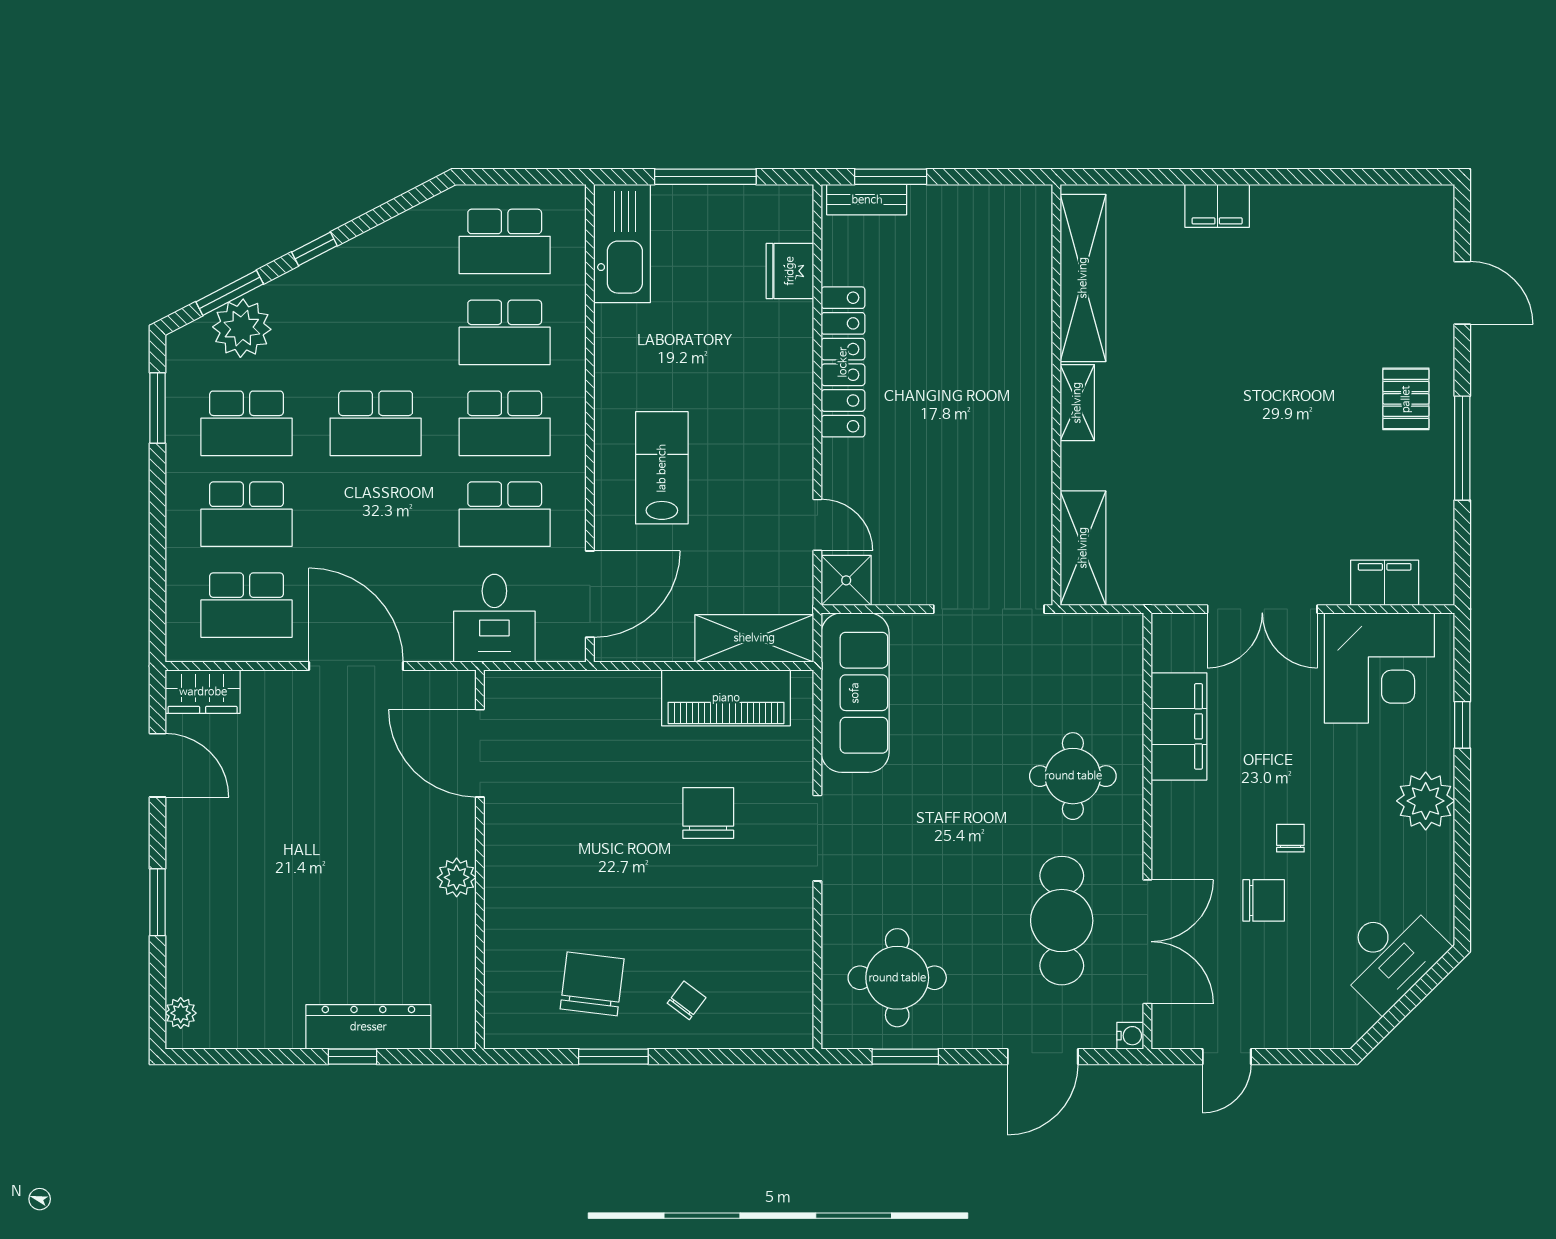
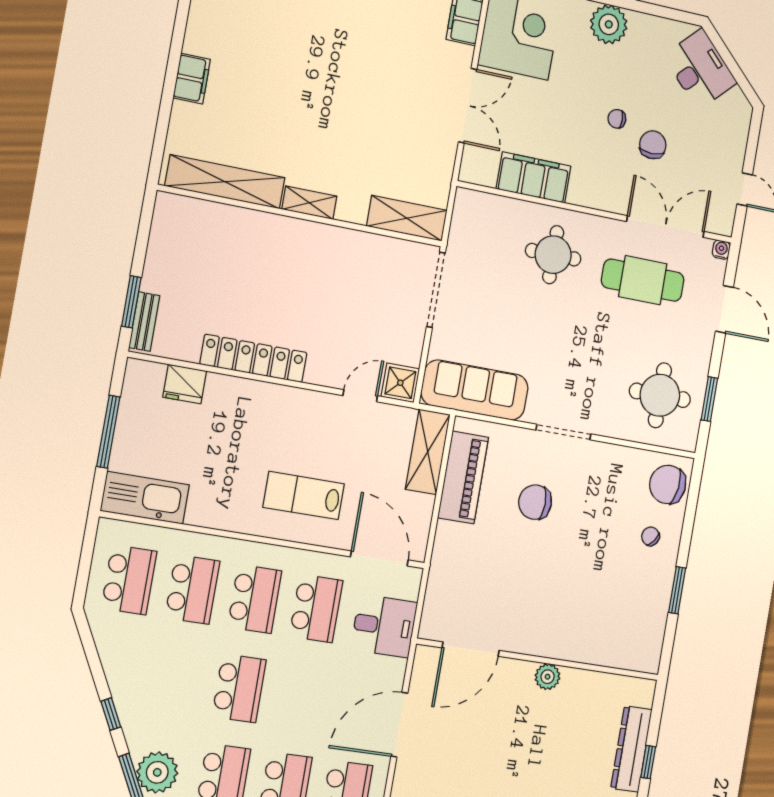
chair: (592, 984) -> (668, 484), moved

